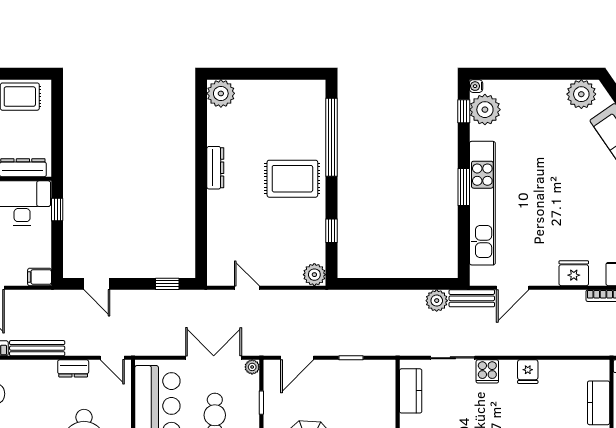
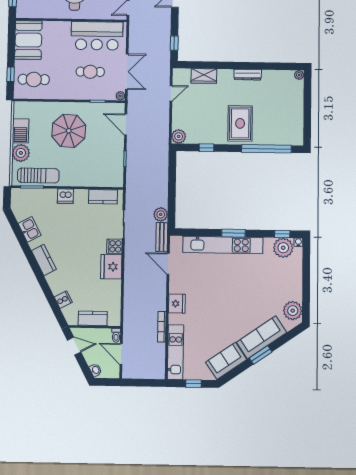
plant: (221, 93) -> (299, 75), width x0.53, depth x0.53
wardrobe: (218, 236) -> (204, 76), added
fridge: (528, 372) -> (111, 267), width x1.88, depth x1.34

